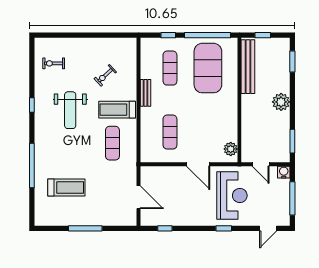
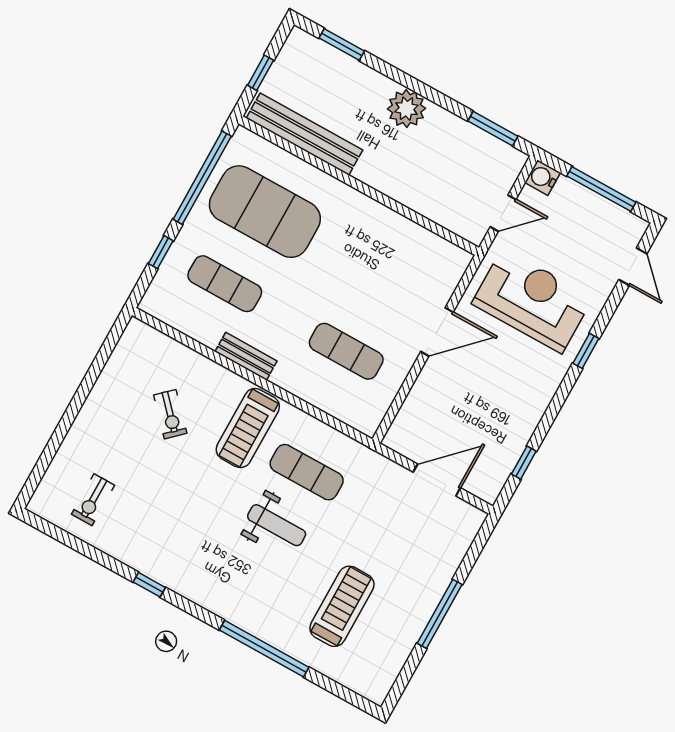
weight bench: (70, 110) -> (277, 525), moved, width x0.73, depth x0.75
plant: (231, 149) -> (443, 254), removed

